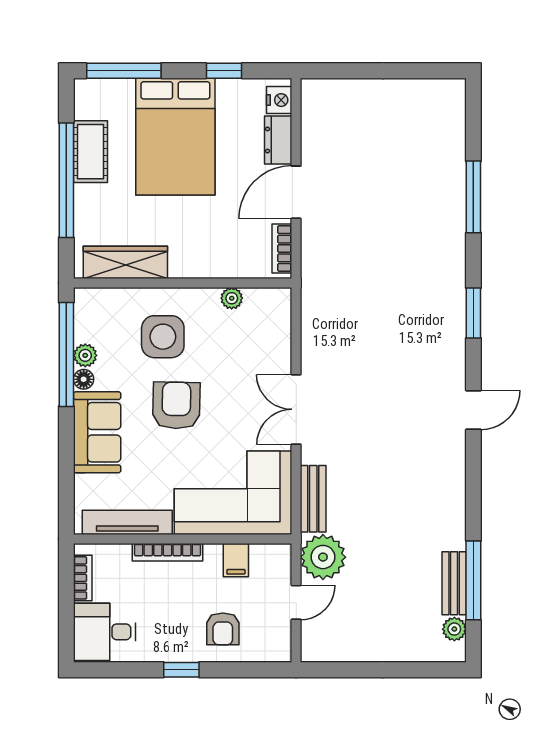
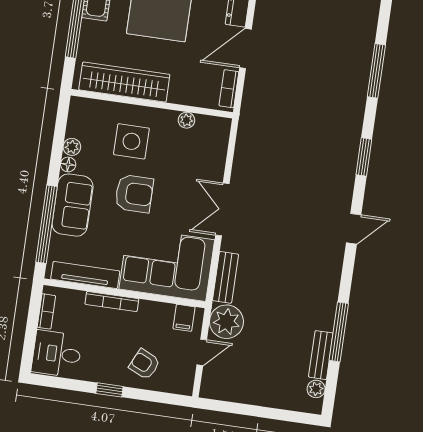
wardrobe: (125, 262) -> (124, 82), width x1.40, depth x1.17
window: (66, 354) -> (46, 224), moved
armchair: (176, 405) -> (134, 194), turned 89
filing cabinet: (236, 560) -> (184, 318), moved
window: (473, 580) -> (339, 332), moved
armchair: (223, 629) -> (145, 364), turned 115

